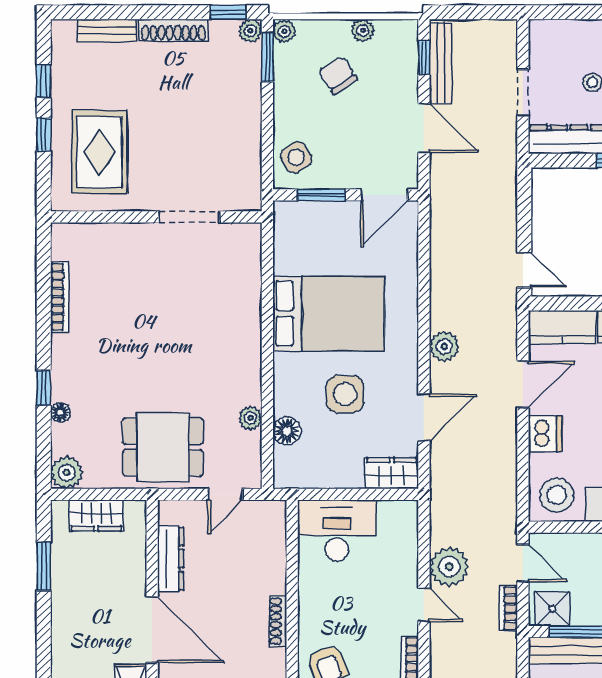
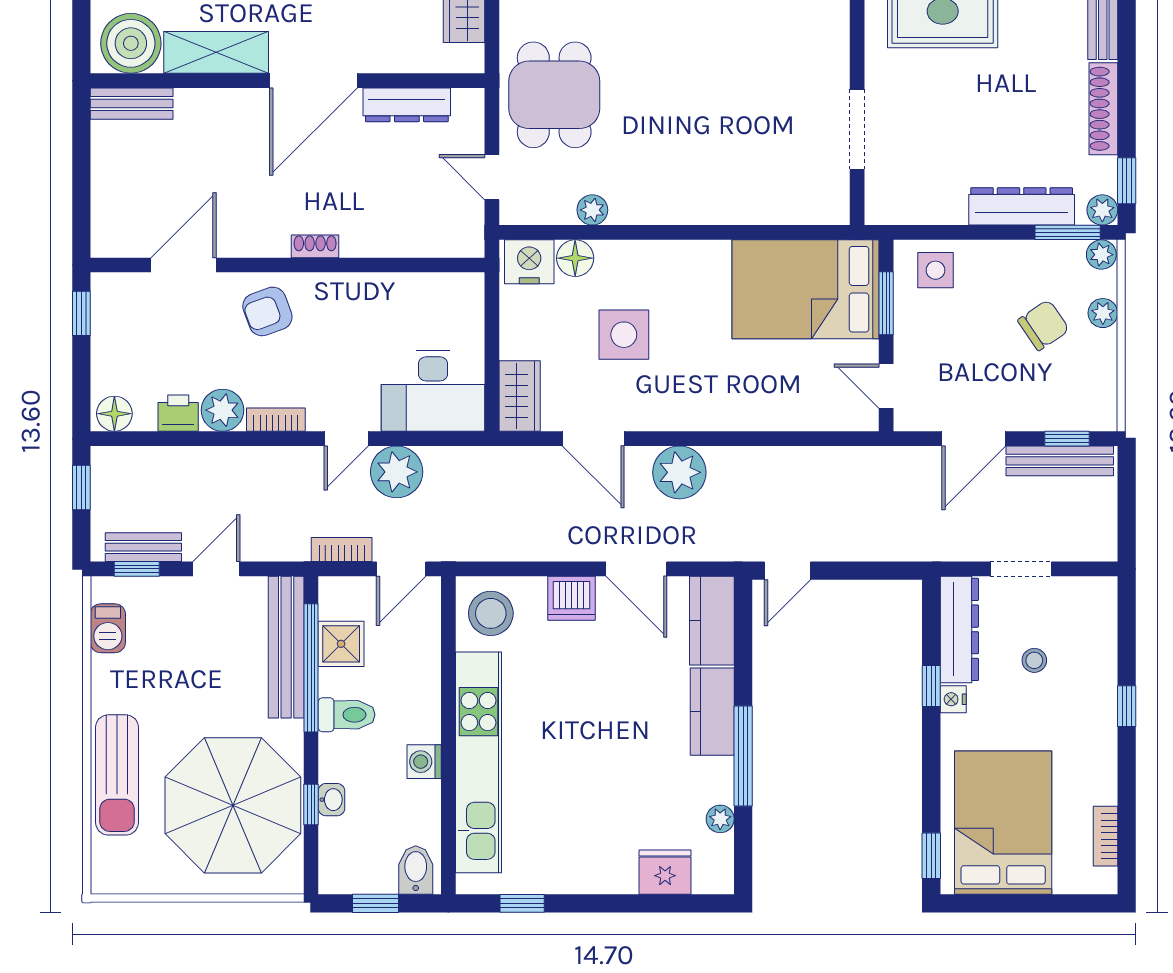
plant: (363, 30) -> (1103, 313), moved
dresser: (248, 92) -> (1022, 206), added
side table: (296, 157) -> (936, 270), turned 33
door: (384, 195) -> (886, 386), width x0.73
bed: (329, 313) -> (805, 289), moved, turned 90
plant: (444, 346) -> (679, 472), width x1.36, depth x1.36
nightstand: (290, 466) -> (529, 262), added
desk: (337, 531) -> (433, 391), moved, turned 90
shower: (552, 609) -> (341, 644), moved
shoe rack: (278, 621) -> (315, 246), width x0.70

